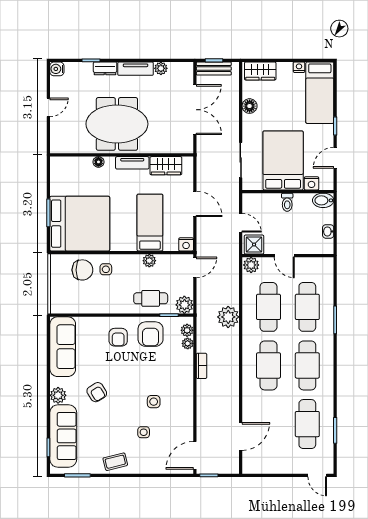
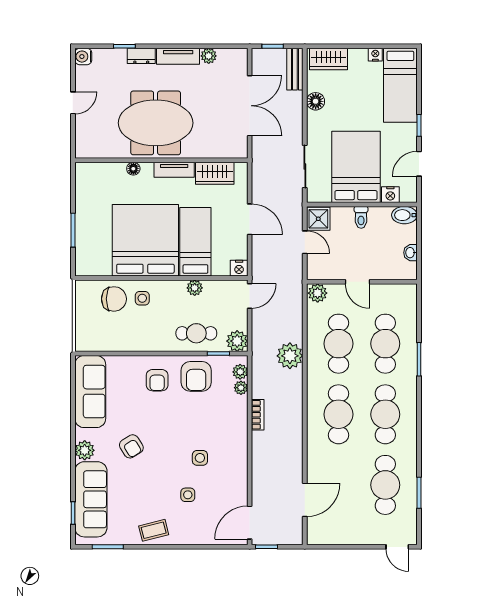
bench: (214, 69) -> (295, 69), moved, turned 90
bed: (80, 224) -> (145, 240), moved, turned -90
shower: (254, 245) -> (318, 219), moved

